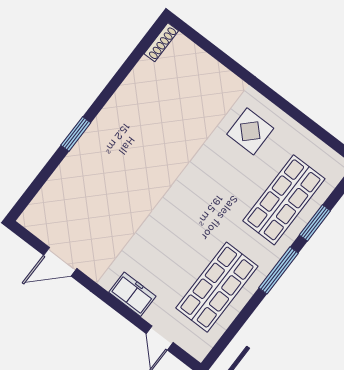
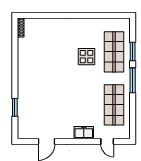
display table: (250, 131) -> (87, 57), moved
window: (76, 134) -> (15, 107), moved

